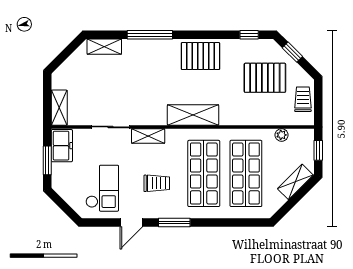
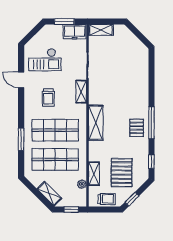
window: (150, 35) -> (151, 123), moved
shelving: (104, 47) -> (94, 174), moved
window: (292, 52) -> (132, 199), moved
pallet: (200, 56) -> (137, 128), width x0.67, depth x0.71
window: (174, 223) -> (21, 139), moved

